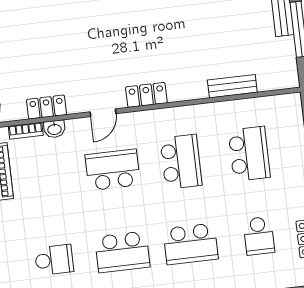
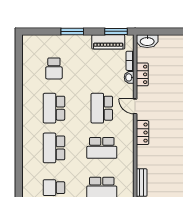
school desk: (113, 170) -> (102, 108), turned 180

